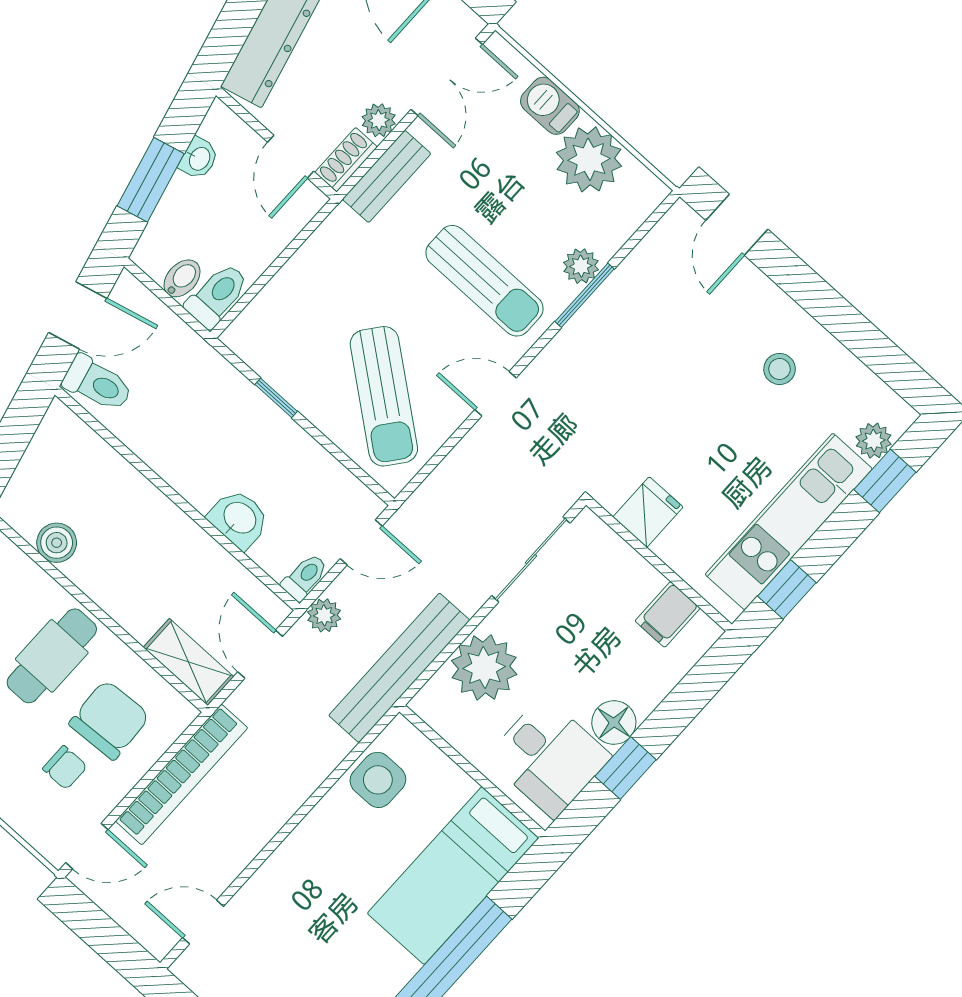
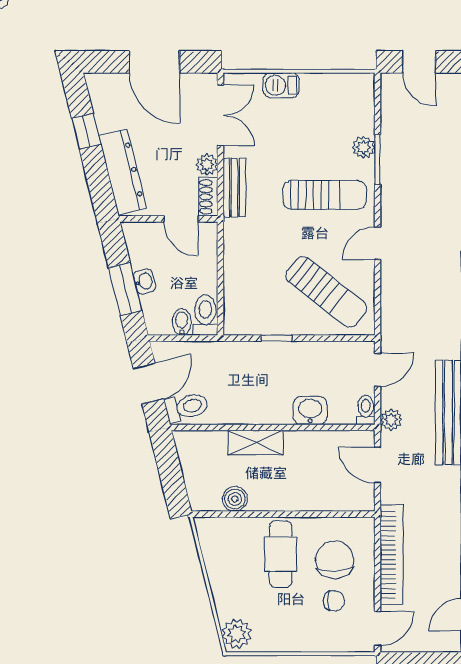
washbasin: (199, 158) -> (144, 281), moved
plant: (589, 159) -> (322, 94), removed
shelving: (189, 662) -> (256, 443), moved

